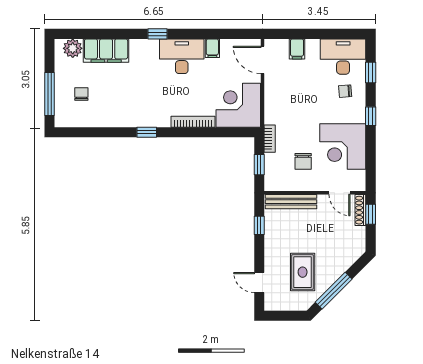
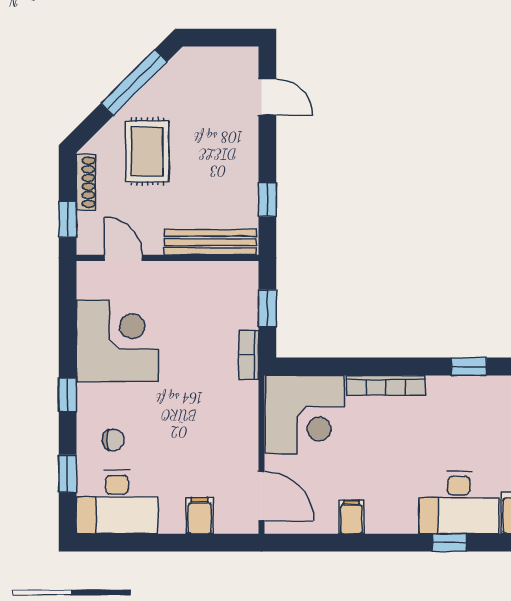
desk: (182, 56) -> (459, 503), moved
chair: (303, 161) -> (189, 314), removed
shoe rack: (360, 210) -> (86, 182), moved
rug: (303, 272) -> (147, 152), moved

